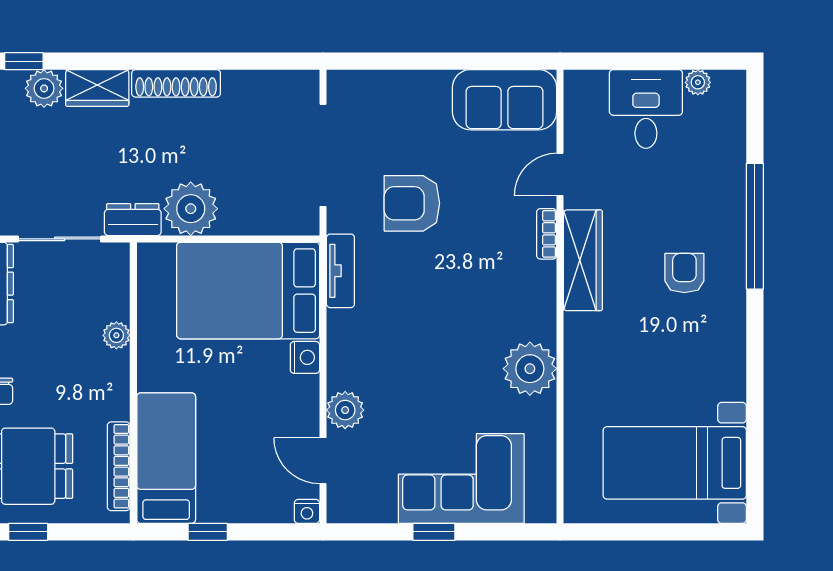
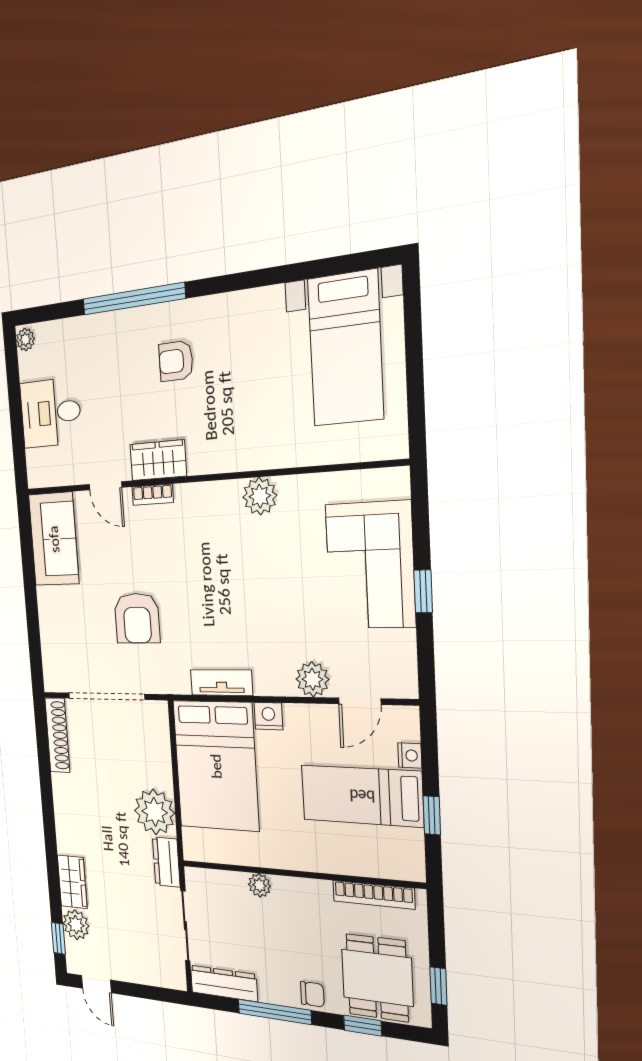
plant: (698, 82) -> (25, 340), moved
shoe rack: (176, 83) -> (57, 735), moved
wardrobe: (583, 260) -> (158, 460), width x0.67
tv unit: (340, 271) -> (221, 683), moved
plant: (530, 369) -> (260, 496), width x0.73, depth x0.73
bed: (166, 458) -> (362, 796), moved
nightstand: (307, 511) -> (410, 755), moved

